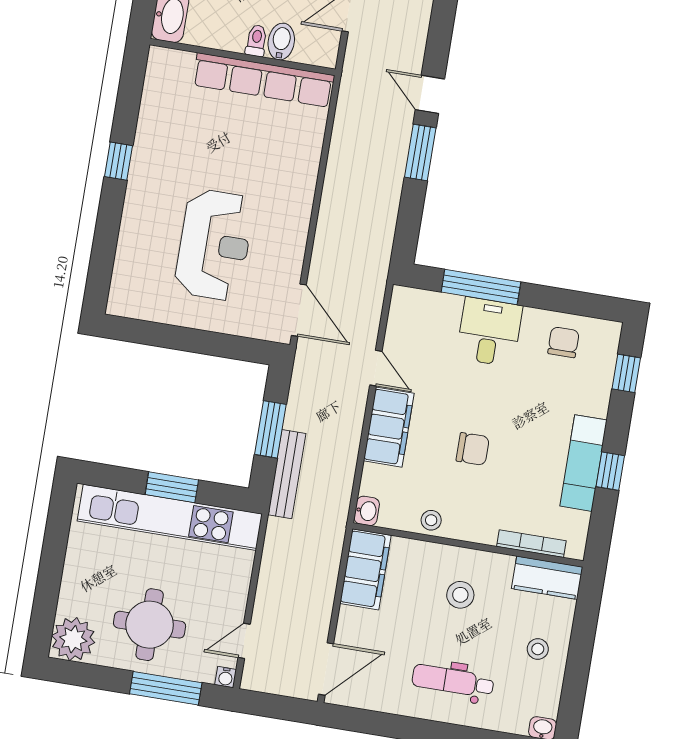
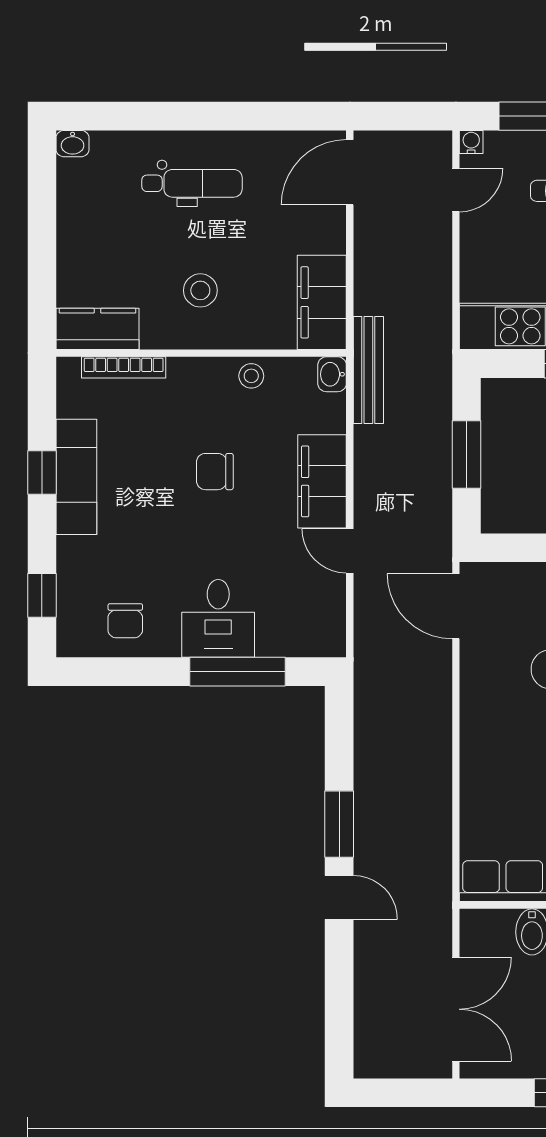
bench: (287, 474) -> (368, 370), moved
stool: (538, 649) -> (94, 240), removed

